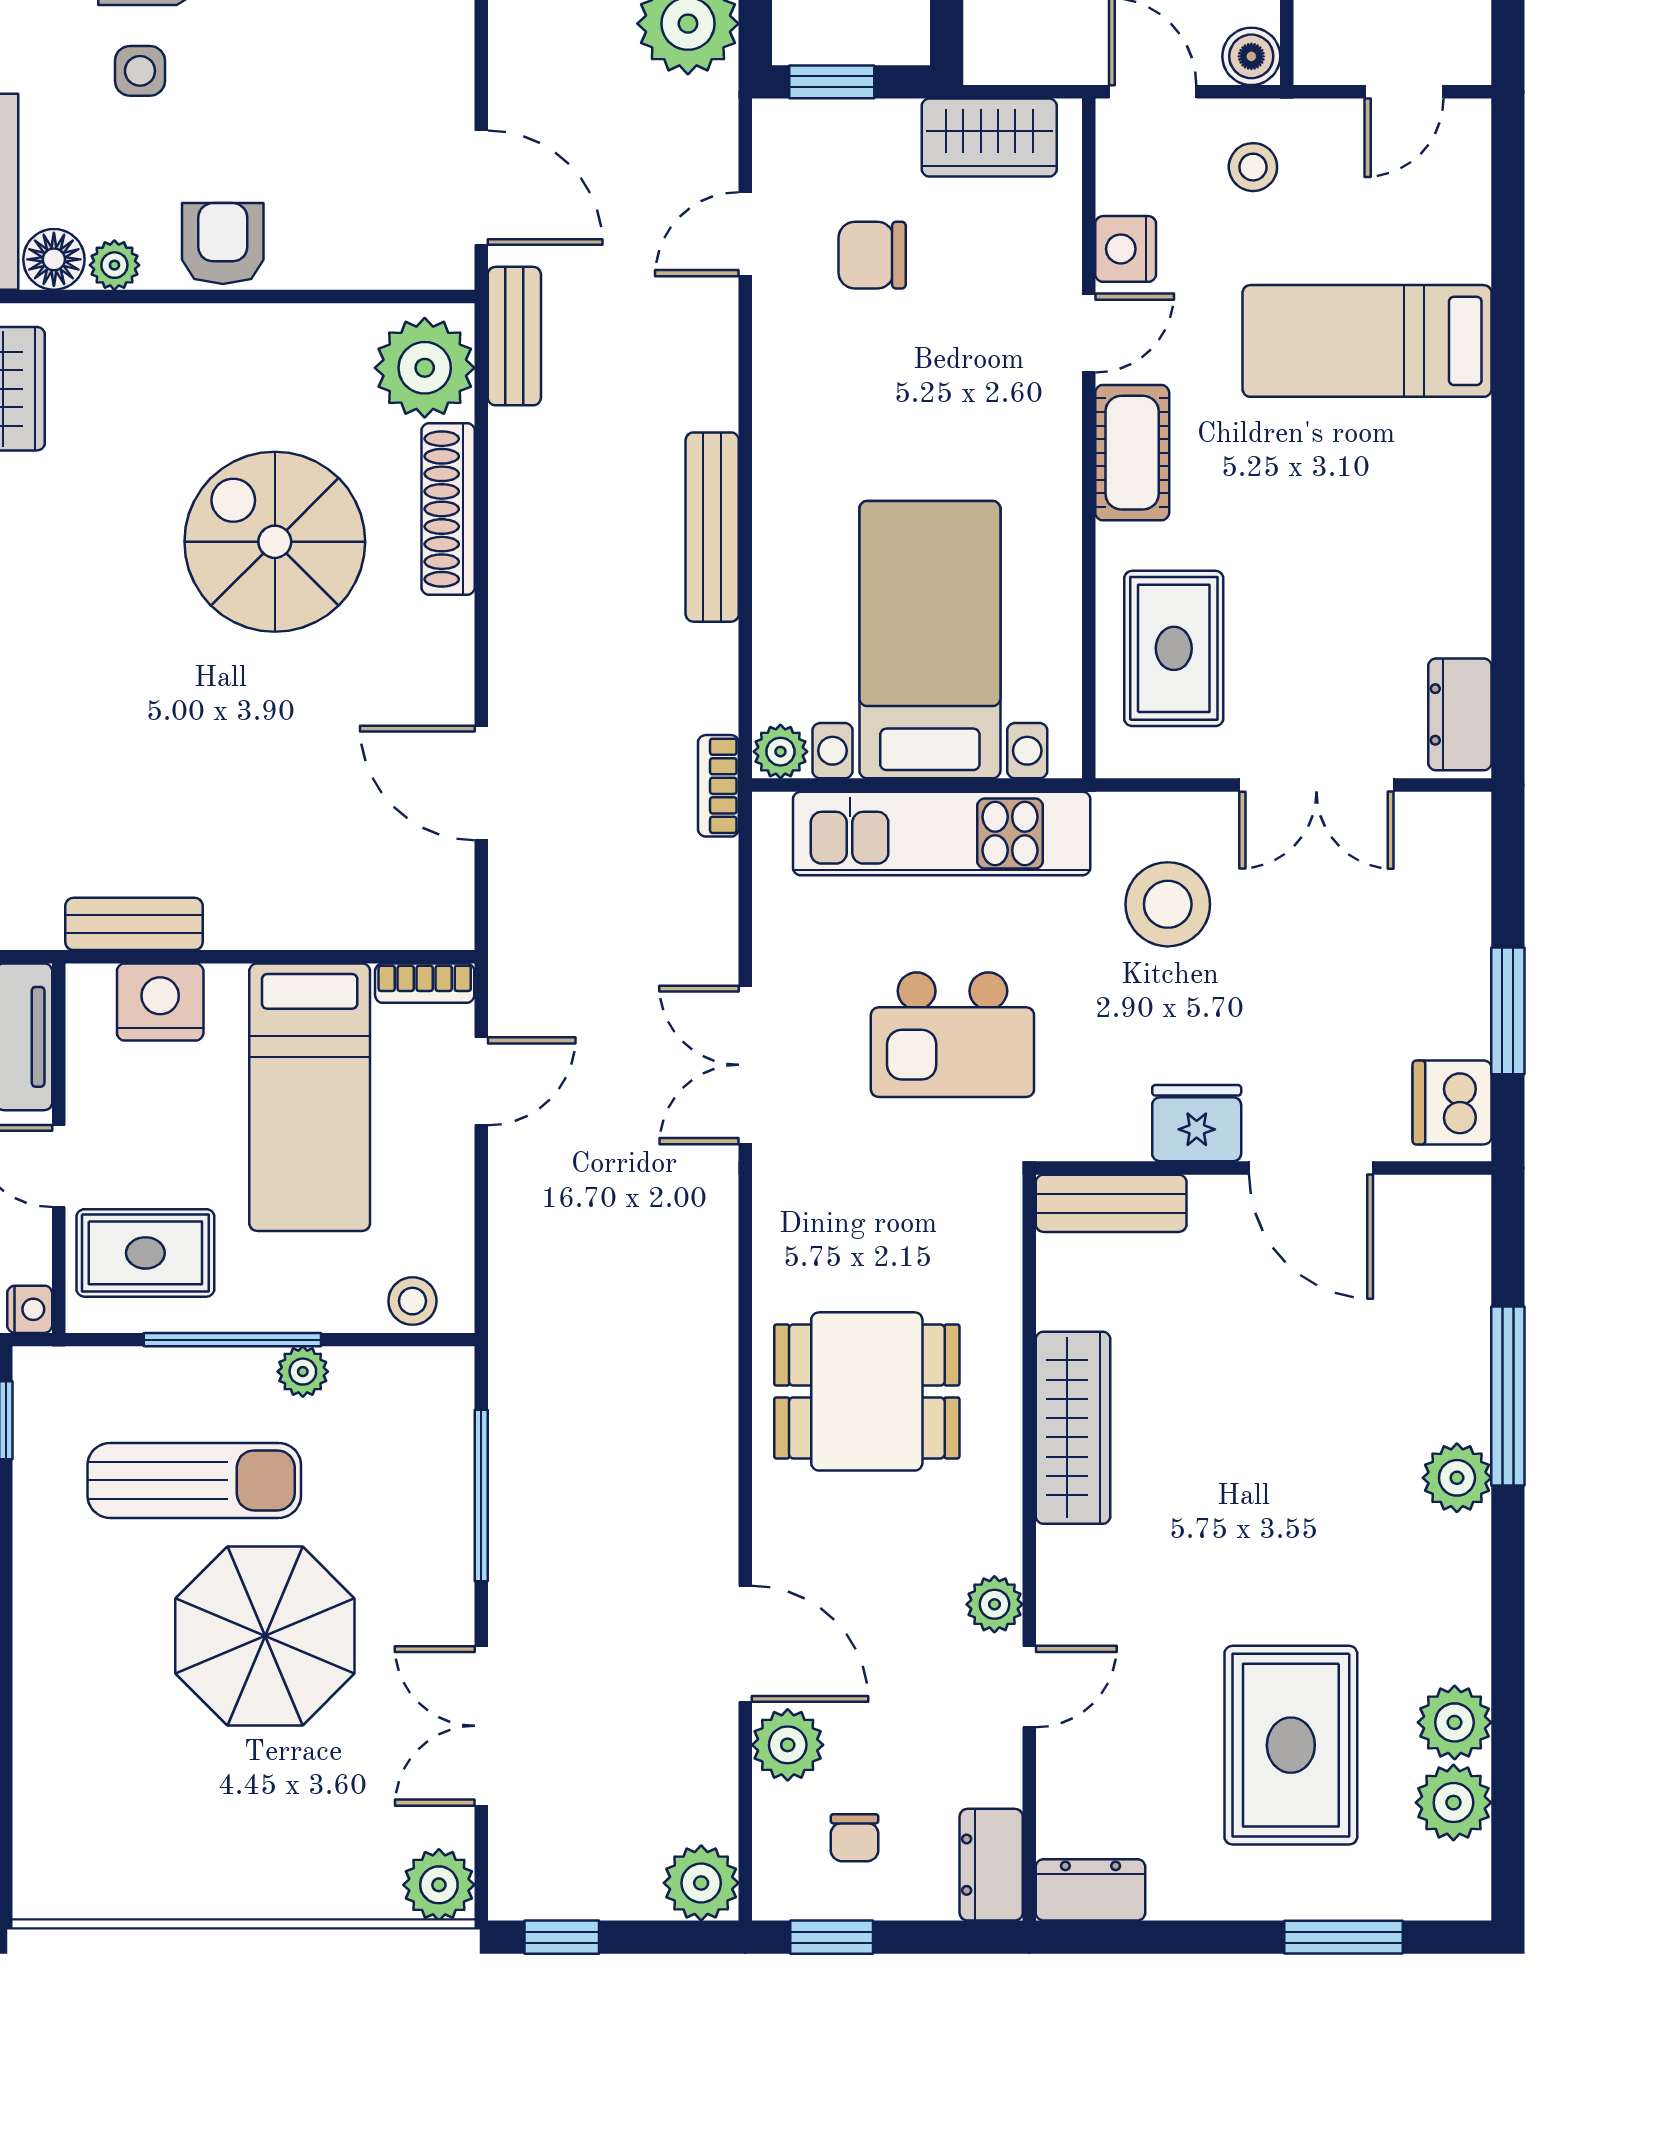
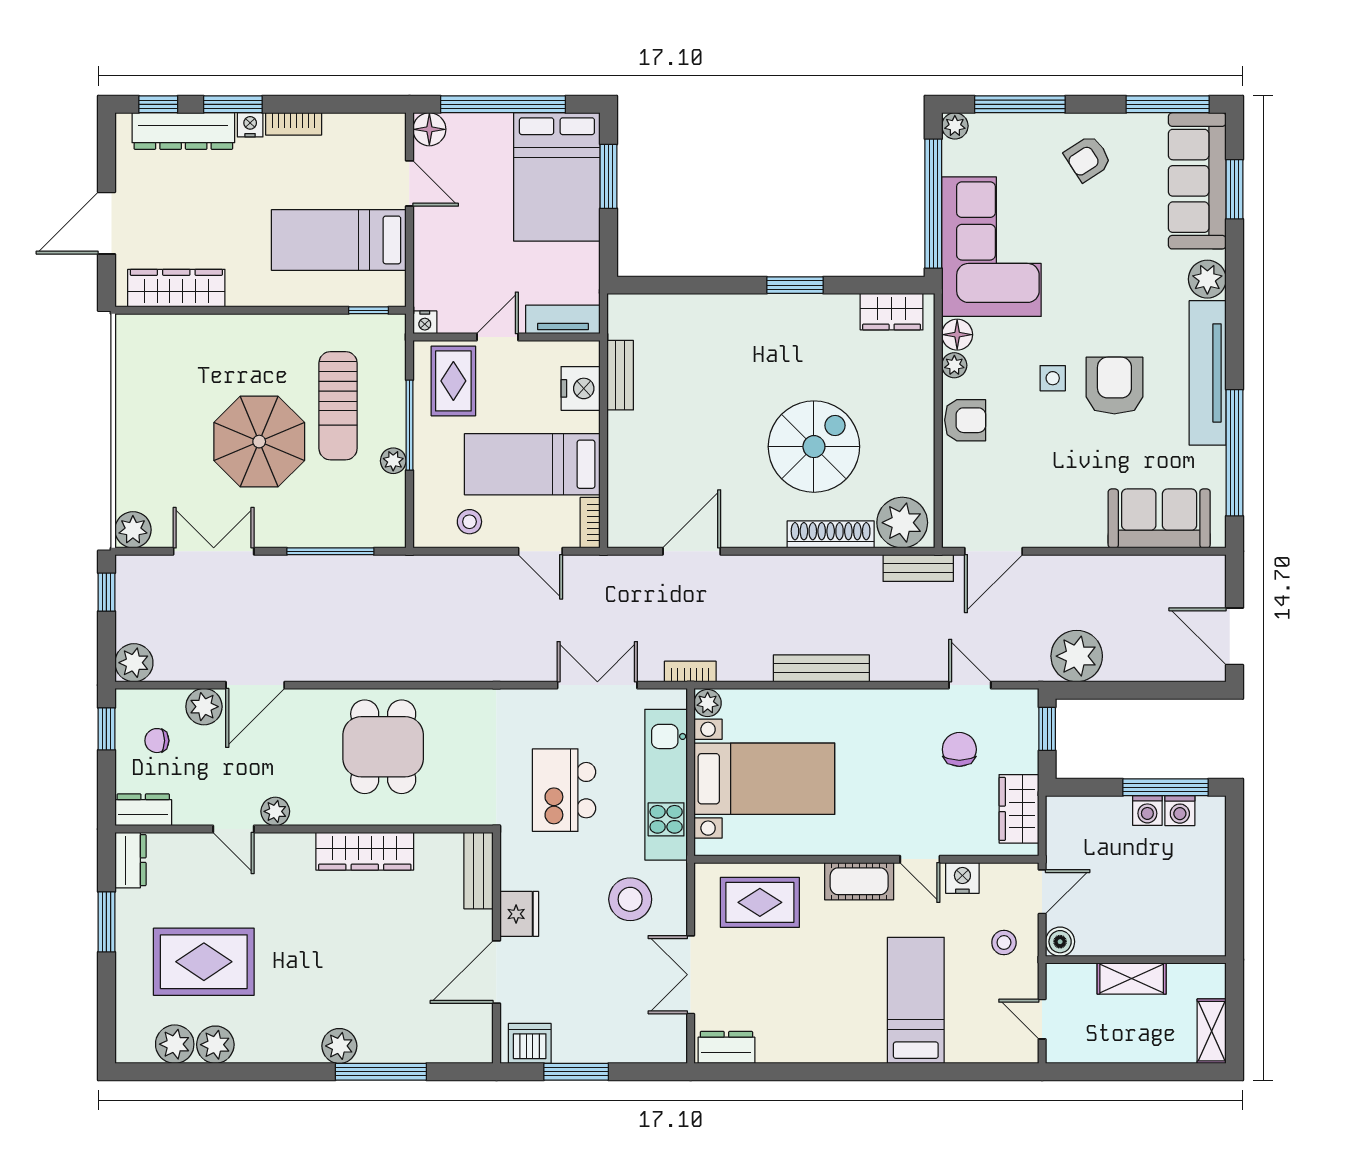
double door: (745, 1065) -> (597, 685), moved
stool: (412, 1301) -> (469, 522), moved
window: (1343, 1937) -> (106, 922), moved

